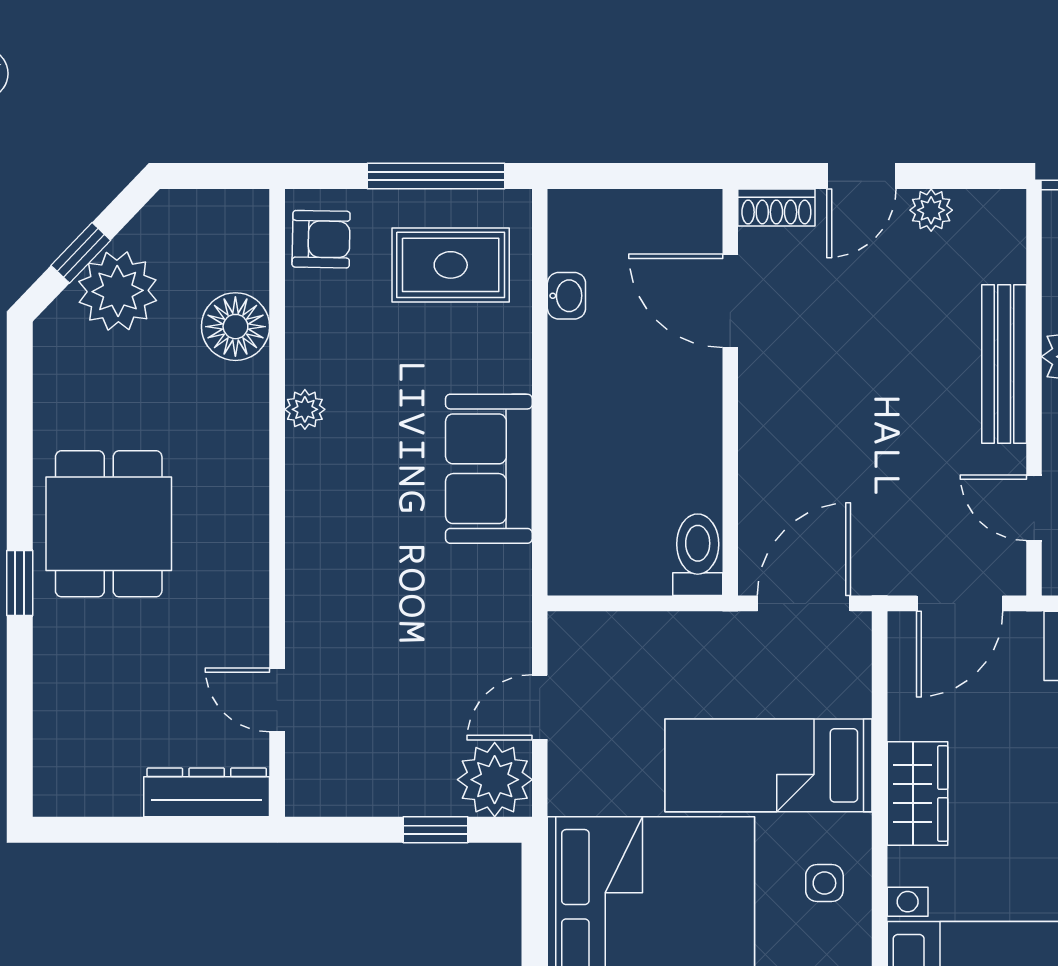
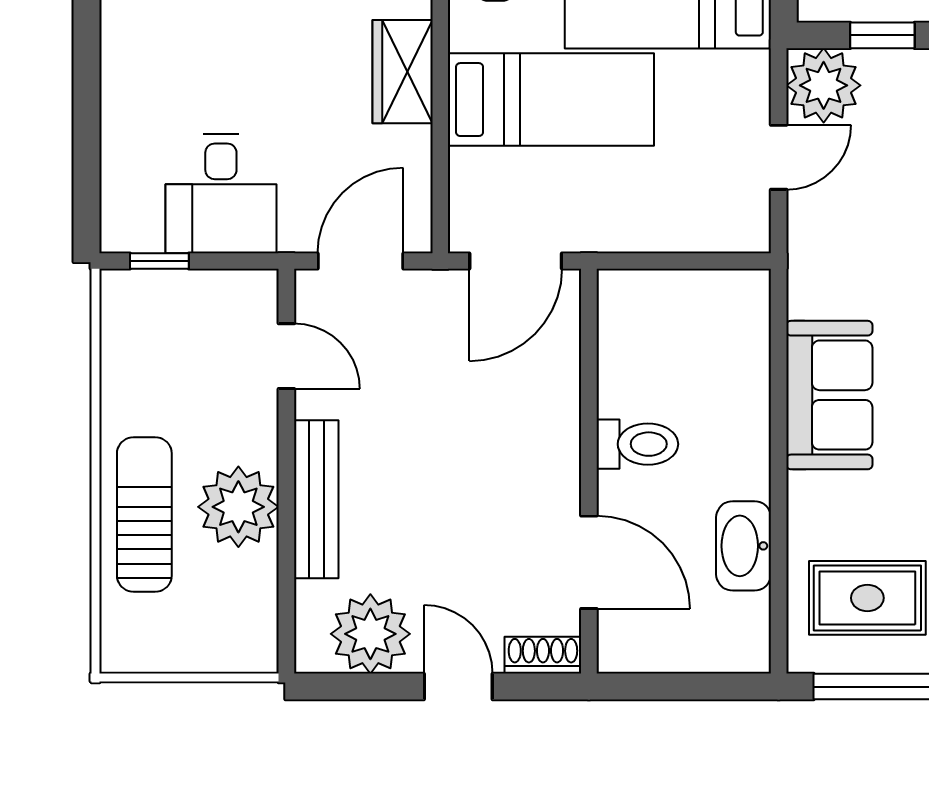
door: (861, 176) -> (458, 687), hinge flipped
plant: (931, 210) -> (370, 634), width x1.88, depth x1.88
washbasin: (566, 296) -> (744, 546), width x1.91, depth x1.45
toilet: (698, 555) -> (637, 444), moved, turned -90

